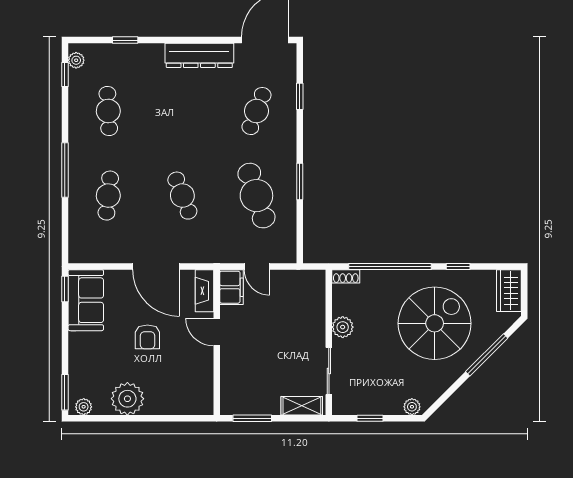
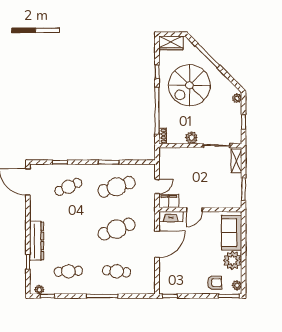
dresser: (199, 55) -> (37, 241), moved
cafe table: (256, 111) -> (68, 187), turned -45
cafe table: (182, 196) -> (117, 229), width x1.37, depth x1.35
sofa: (86, 300) -> (232, 233), moved, turned -90
spiral stairs: (435, 323) -> (189, 85), turned -90
armchair: (147, 337) -> (215, 283), moved

